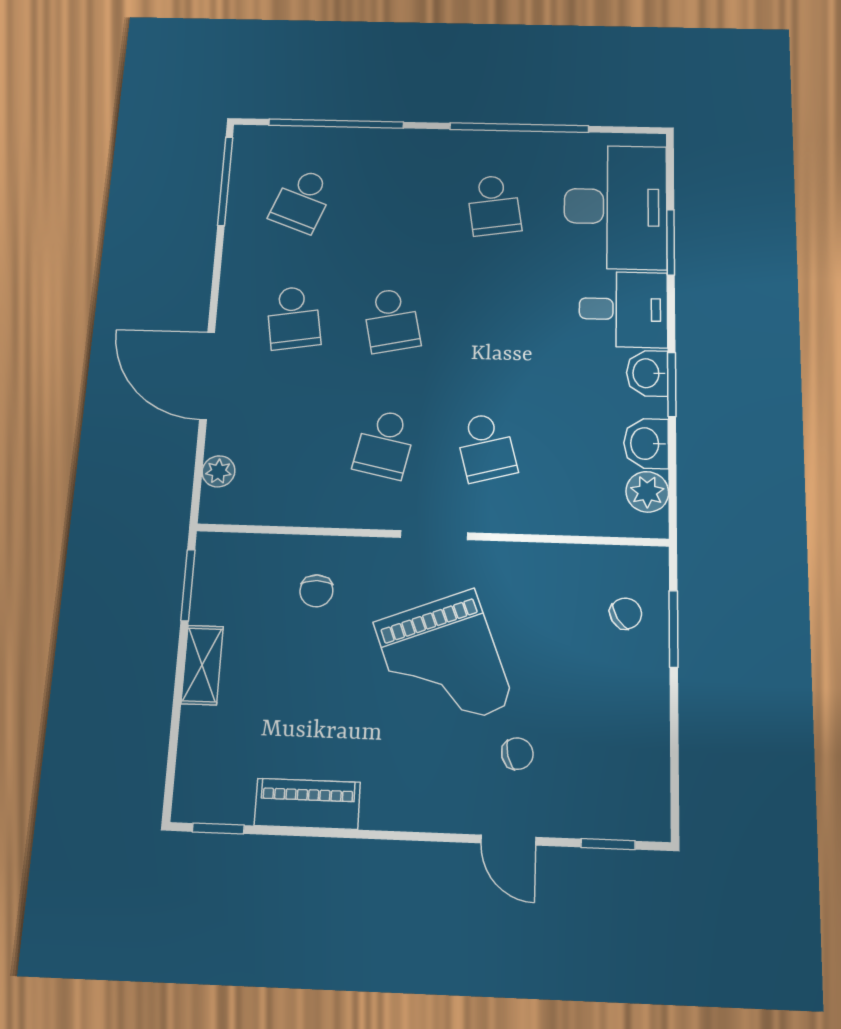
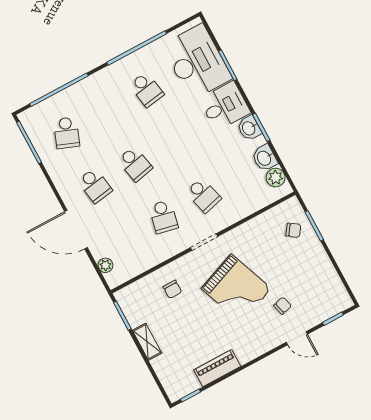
chair: (626, 613) -> (293, 230), turned 67

